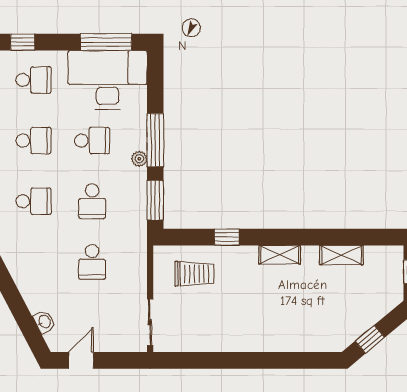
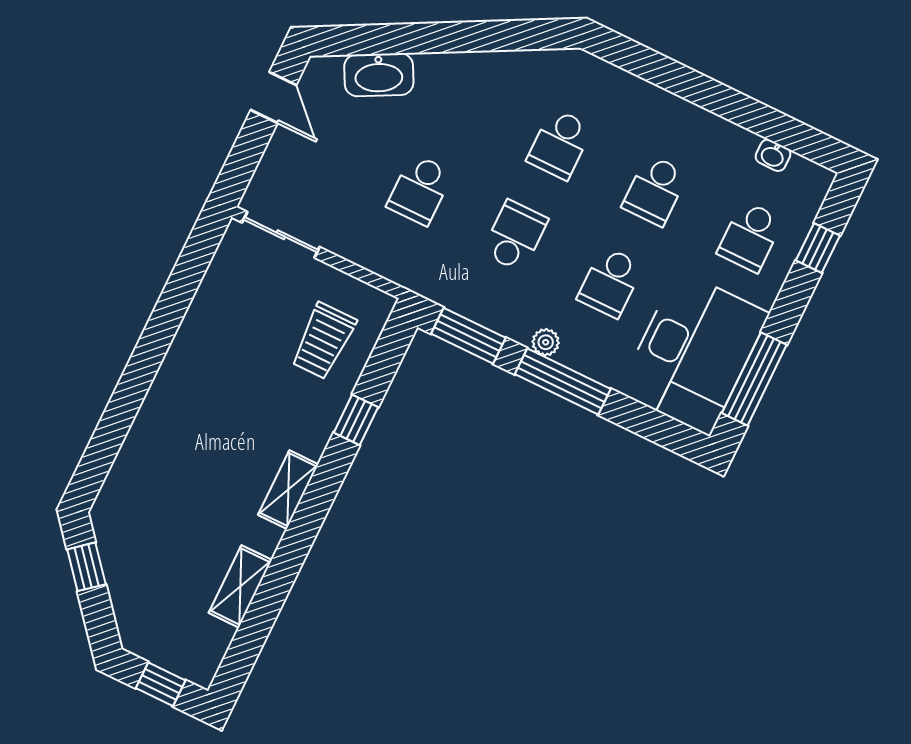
school desk: (92, 201) -> (515, 236), turned 90
school desk: (92, 262) -> (420, 190), turned -90
washbasin: (44, 322) -> (379, 75), width x1.91, depth x1.45

